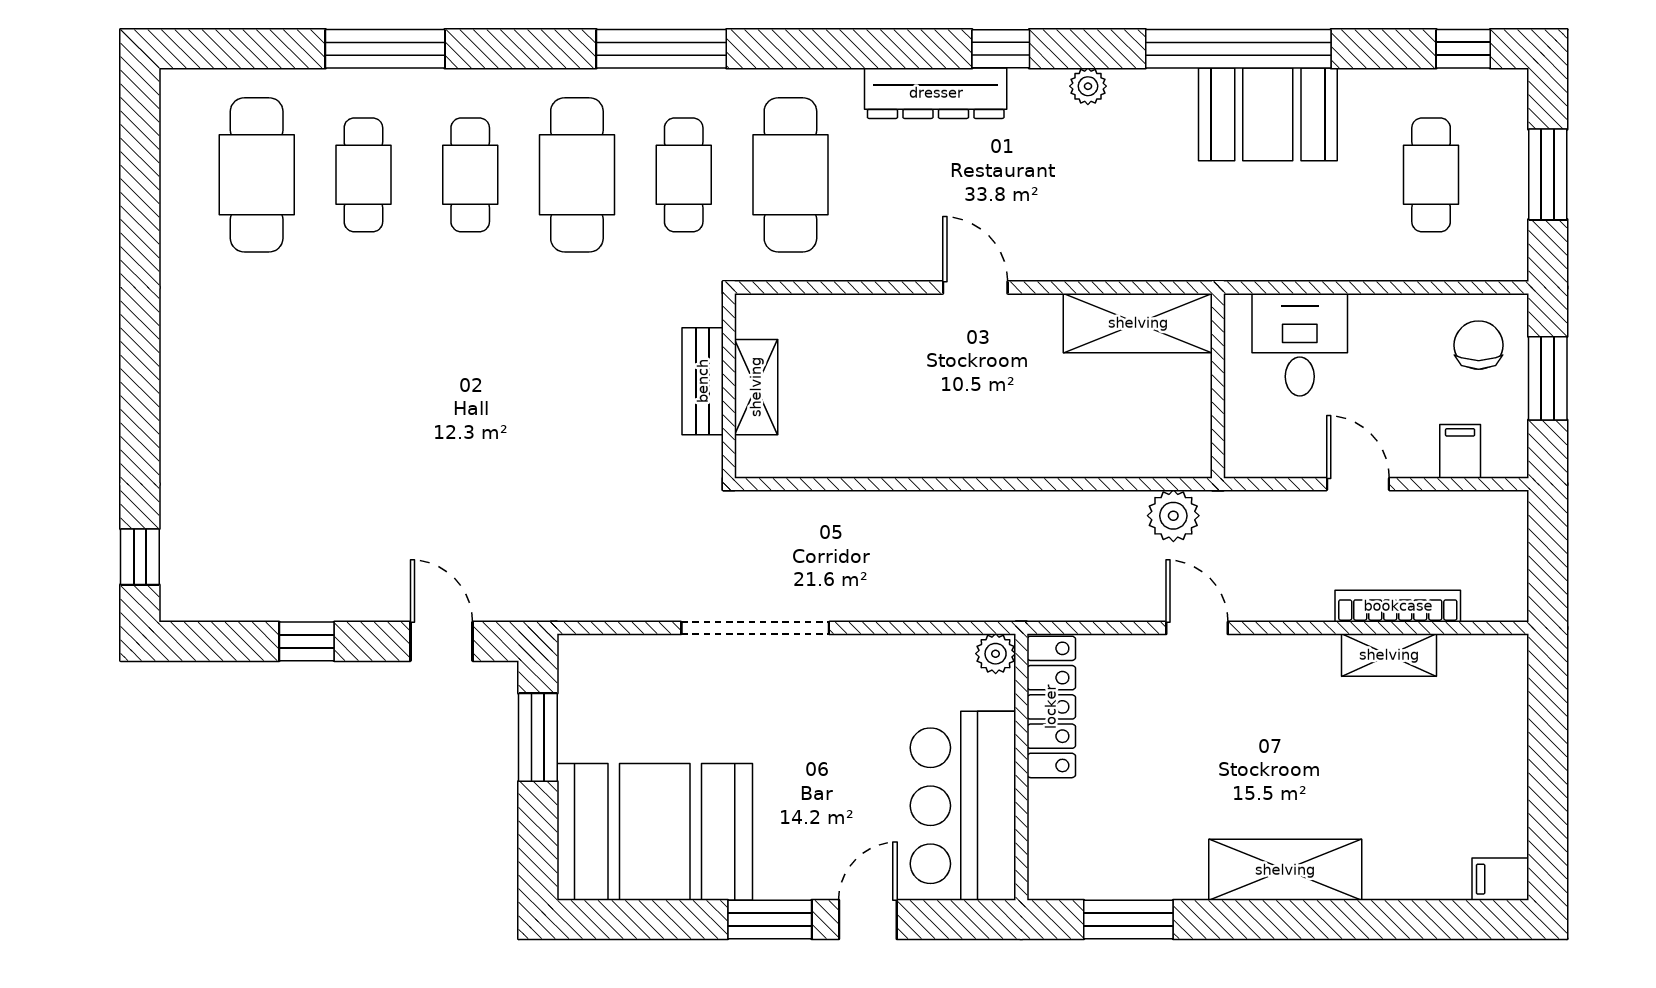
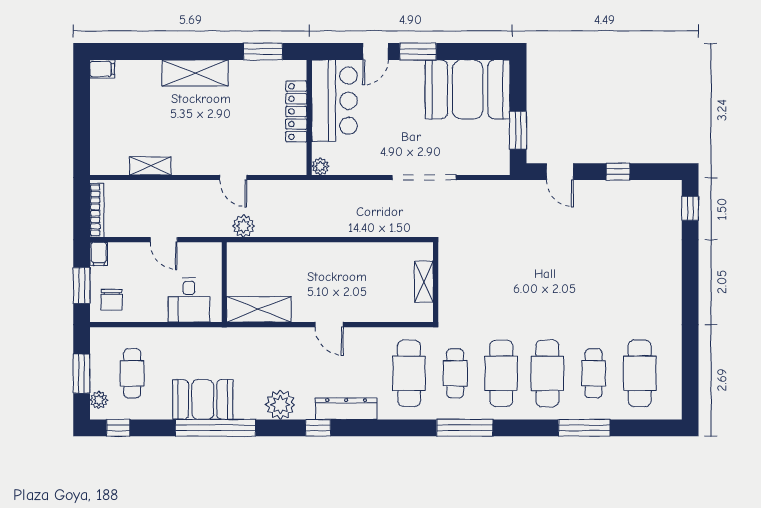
plant: (1088, 86) -> (280, 405), width x1.88, depth x1.88
plant: (1508, 113) -> (99, 400), added
cafe table: (470, 175) -> (547, 373), width x1.37, depth x1.35
bench: (703, 381) -> (447, 284), removed
filing cabinet: (1460, 451) -> (99, 254), moved
bookcase: (1398, 606) -> (97, 210), moved, turned -90
locker: (1051, 707) -> (296, 111), moved

